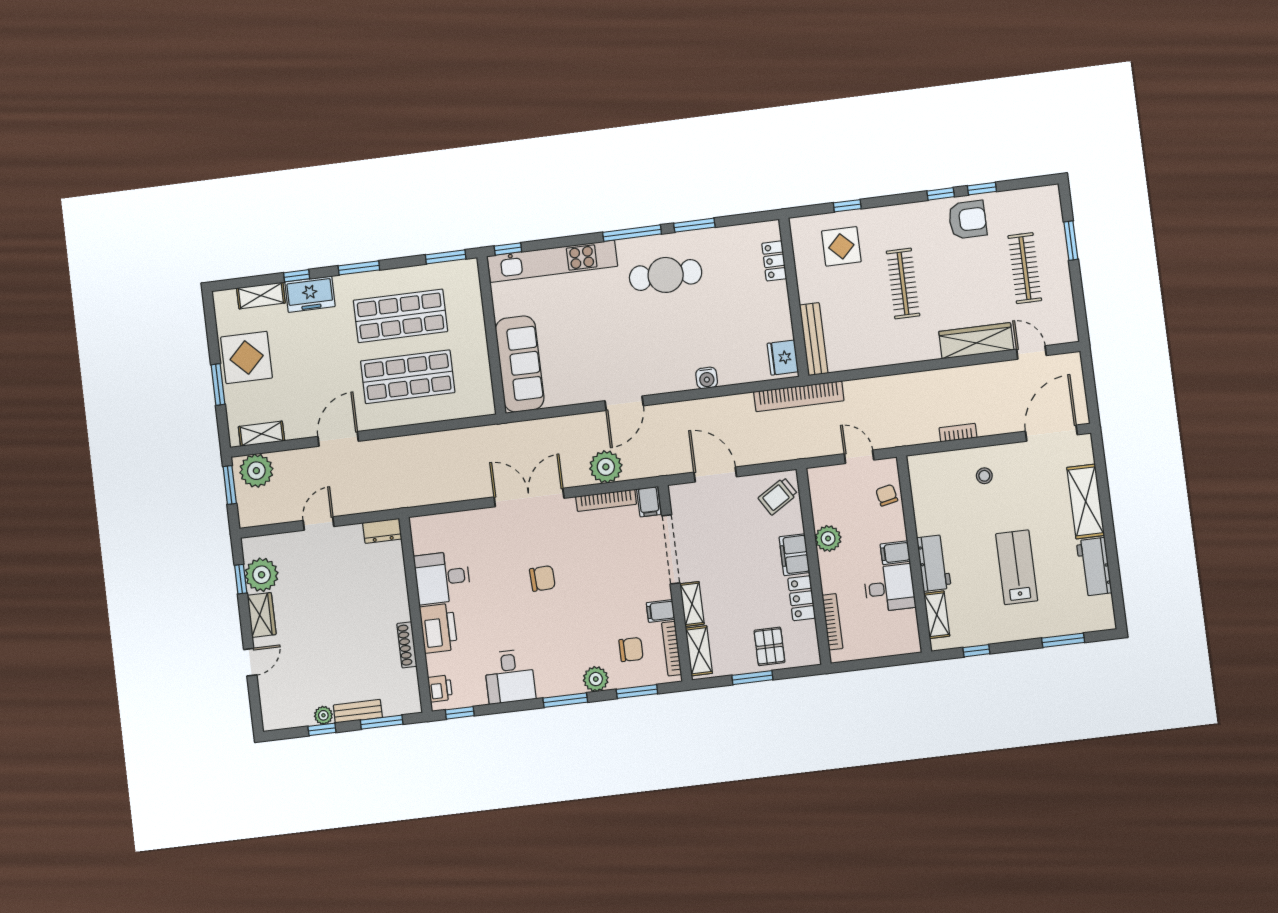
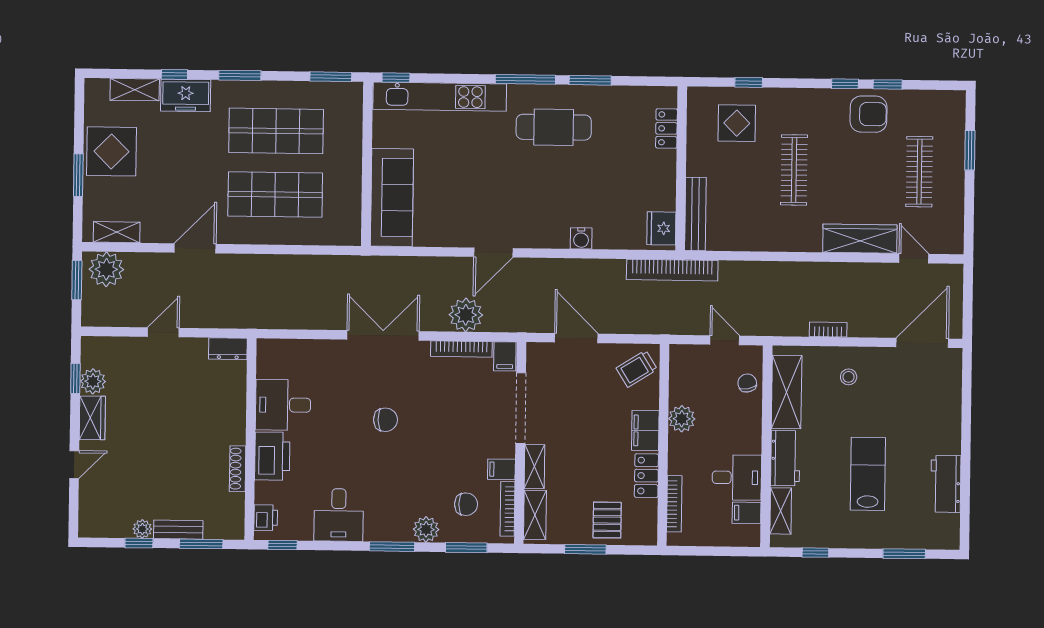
shelving: (1086, 501) -> (787, 392), moved
filing cabinet: (895, 553) -> (747, 513), moved
plant: (262, 575) -> (93, 381), width x0.73, depth x0.73

